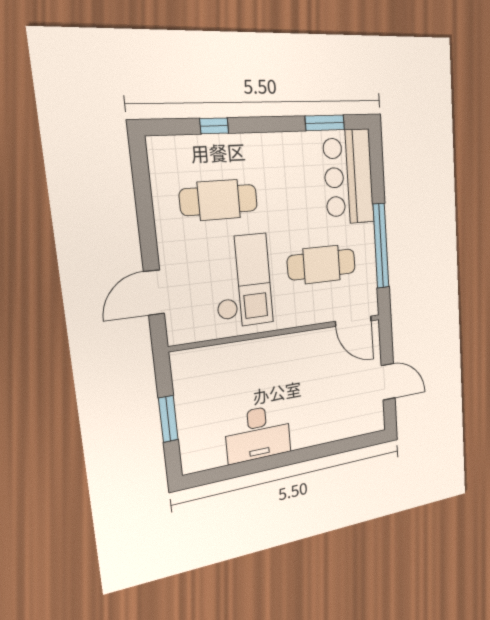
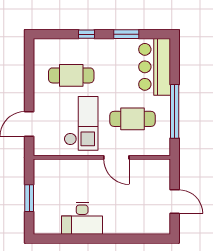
window: (325, 123) -> (126, 34), moved
window: (214, 126) -> (86, 34), moved
door: (353, 321) -> (116, 157), moved

